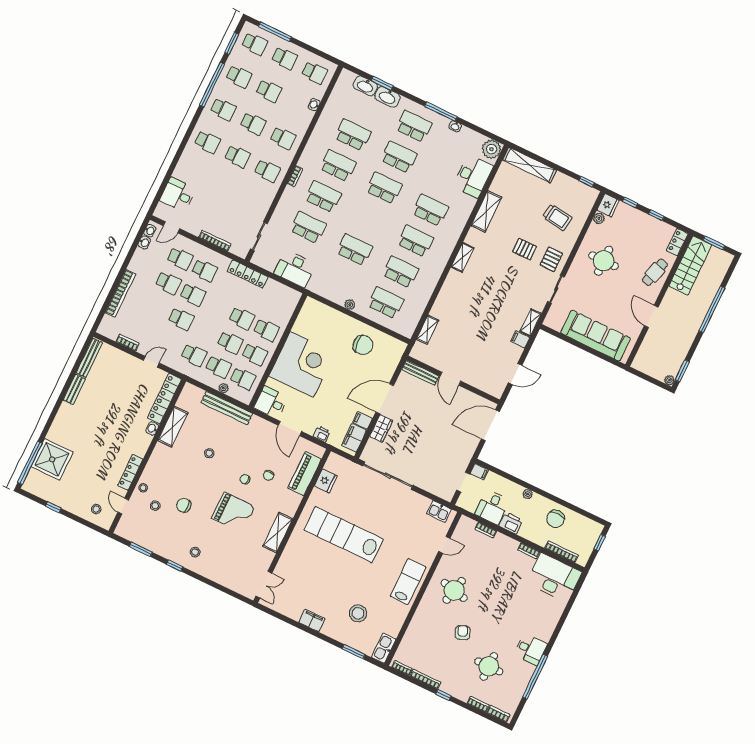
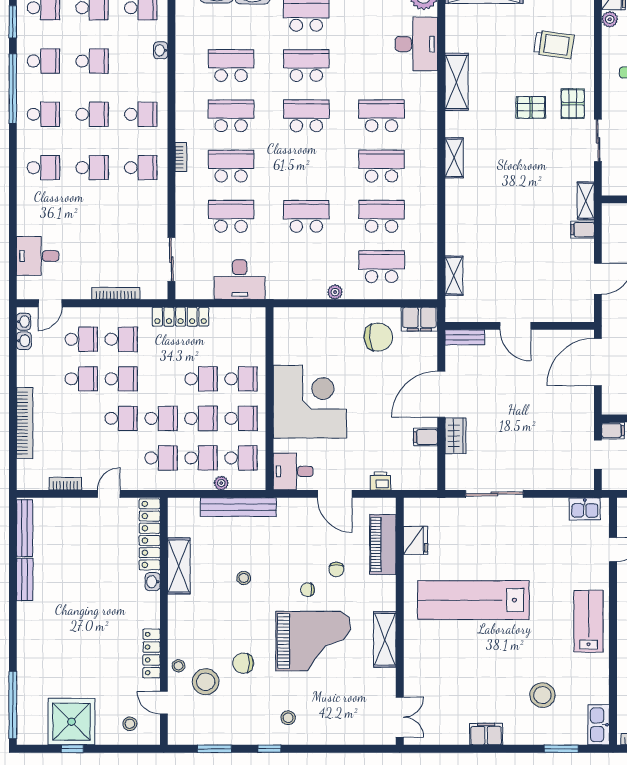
school desk: (206, 331) -> (161, 418), added
bench: (420, 373) -> (465, 337), width x0.73
filing cabinet: (354, 438) -> (419, 319), moved, turned -90
shower: (52, 459) -> (71, 722), moved
sliding door: (388, 476) -> (494, 494), width x0.73
stool: (155, 506) -> (206, 682), width x1.89, depth x1.89
grand piano: (233, 512) -> (313, 641), width x1.37, depth x1.48

